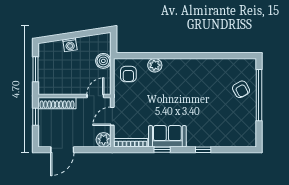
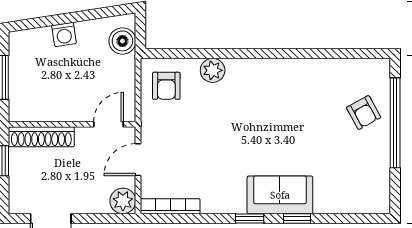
boiler: (103, 61) -> (122, 41), moved
sofa: (167, 136) -> (280, 195), moved
window: (162, 150) -> (250, 218), moved

